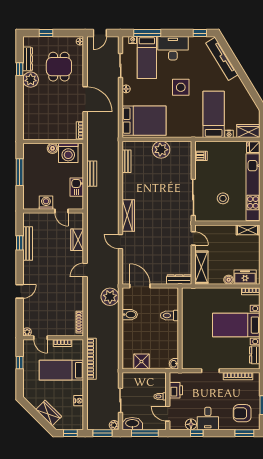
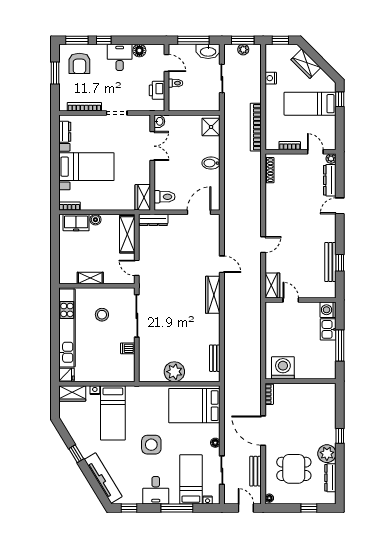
door: (100, 33) -> (246, 508), hinge flipped
window: (147, 33) -> (177, 508), moved
desk: (173, 48) -> (156, 490), width x0.73
dining table: (59, 67) -> (294, 469), turned 90
window: (20, 69) -> (340, 436), moved
window: (245, 80) -> (76, 454), added
boiler: (53, 148) -> (301, 373), removed
dishwasher: (201, 156) -> (128, 348), moved
bench: (92, 174) -> (255, 471), moved
kitchen sink: (77, 187) -> (328, 329), moved, turned 180
washing machine: (46, 203) -> (328, 310), moved, turned 90
shelving: (247, 230) -> (90, 278), moved
wardrobe: (77, 240) -> (272, 285), moved
door: (85, 270) -> (263, 245), moved
door: (140, 286) -> (199, 212), swing flipped
plant: (110, 297) -> (234, 200), removed
wardrobe: (188, 299) -> (143, 197), added
dresser: (28, 313) -> (330, 180), added
bidet: (130, 315) -> (211, 163), moved
toilet: (169, 315) -> (165, 197), moved
double door: (180, 343) -> (152, 146), added
shower: (141, 362) -> (211, 127), moved
window: (20, 363) -> (340, 99), moved
bed: (61, 370) -> (310, 104), moved, turned 180
armchair: (242, 413) -> (79, 63), turned 90
plant: (114, 425) -> (243, 50), moved
window: (197, 433) -> (104, 40), moved

